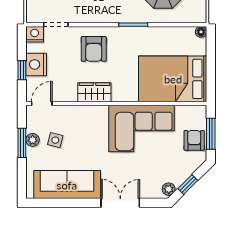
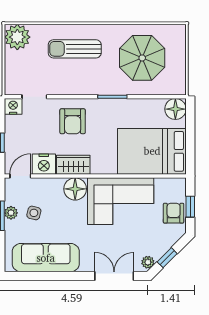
floor lamp: (201, 32) -> (175, 109), width x1.89, depth x1.89
nightstand: (36, 64) -> (44, 164), moved, turned -90
floor lamp: (96, 116) -> (75, 189), added
window: (211, 134) -> (190, 207), width x0.67
double door: (120, 203) -> (114, 276), moved

